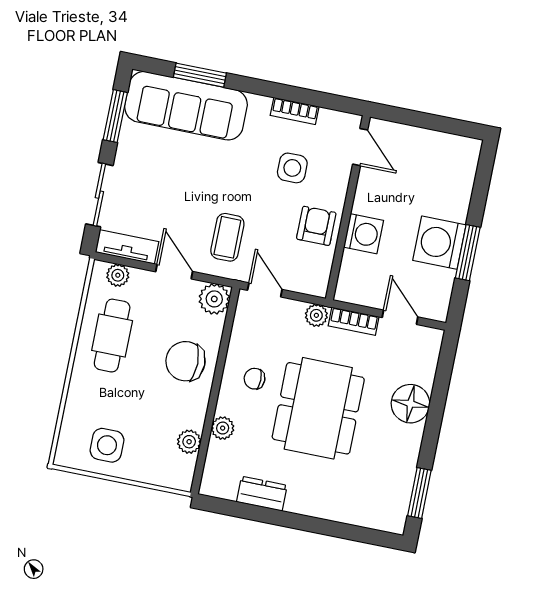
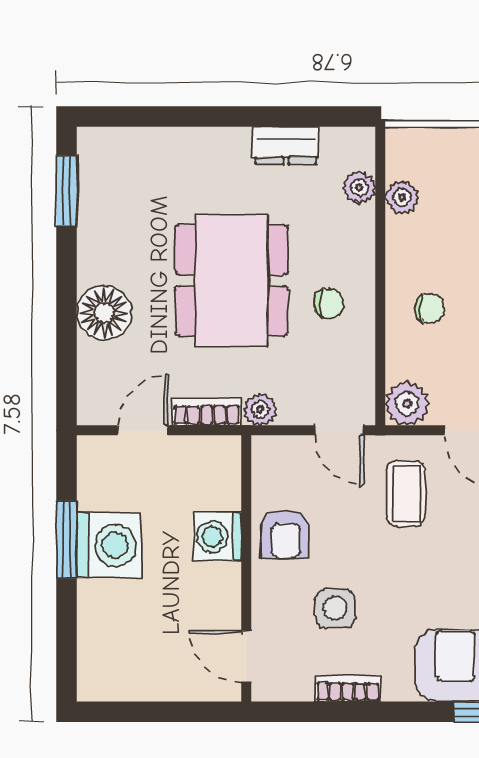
door: (400, 317) -> (143, 430), swing flipped
chair: (185, 361) -> (430, 309), width x0.54, depth x0.54
plant: (223, 428) -> (359, 188), moved

